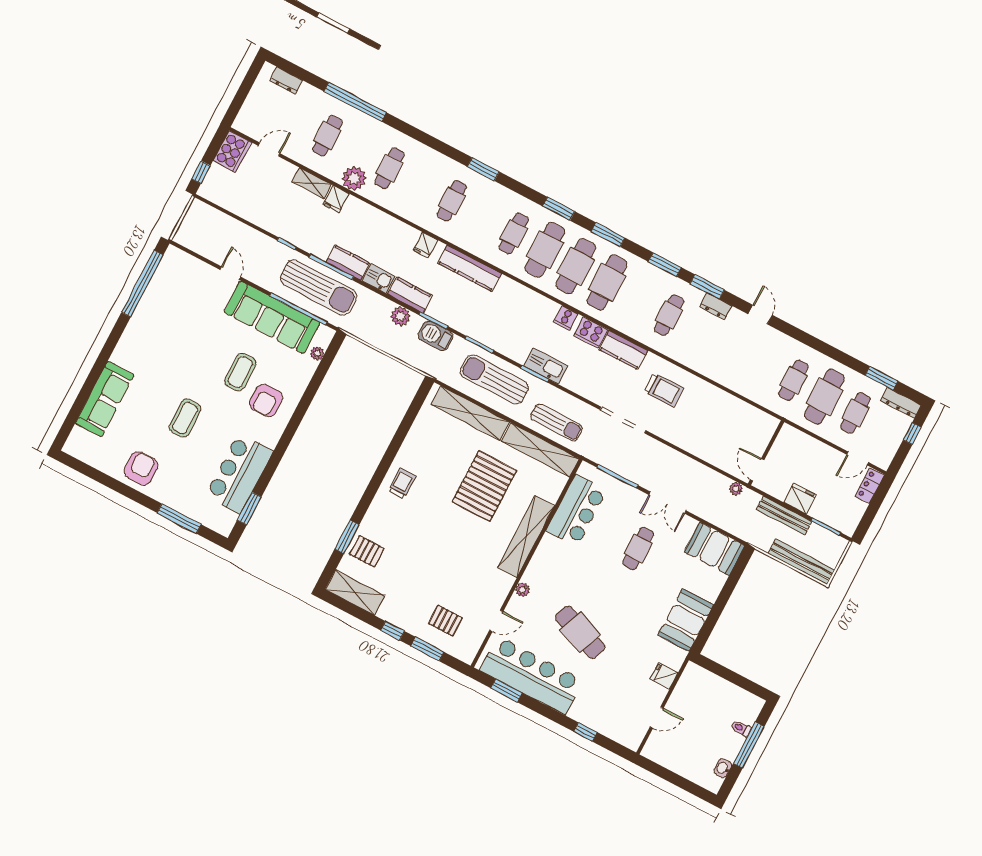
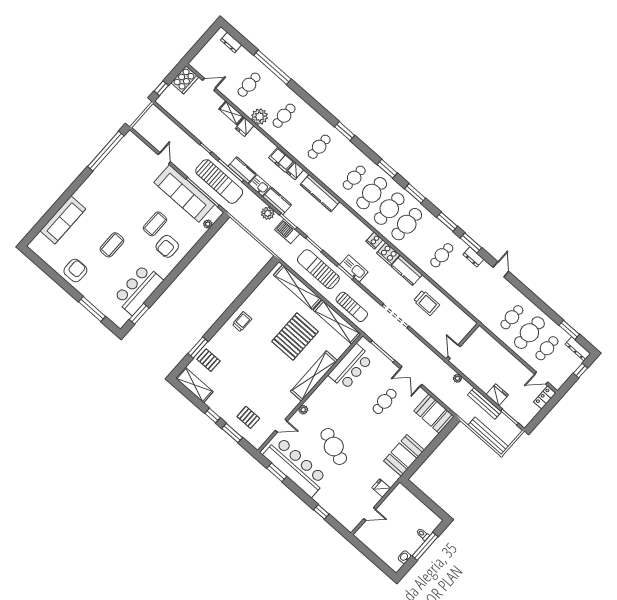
freezer: (401, 233) -> (281, 160), added
wall: (766, 453) -> (463, 342), moved
door: (757, 470) -> (454, 352), moved

